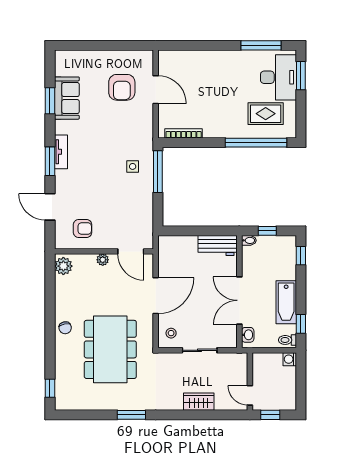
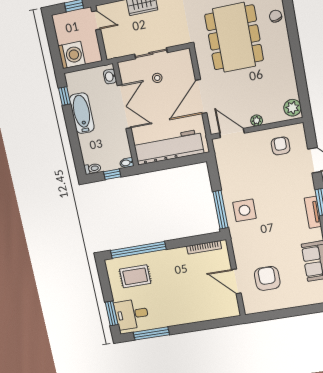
desk: (278, 77) -> (132, 314), width x0.73
side table: (133, 166) -> (244, 210), width x1.87, depth x1.87
armchair: (83, 229) -> (281, 146), turned 90
workbench: (218, 245) -> (169, 147), width x1.88, depth x1.32
window: (301, 256) -> (78, 158), removed
chair: (65, 328) -> (276, 16), moved
stool: (171, 333) -> (157, 78), moved
toilet: (287, 340) -> (93, 169), moved
washing machine: (290, 359) -> (72, 55), width x1.89, depth x1.89

